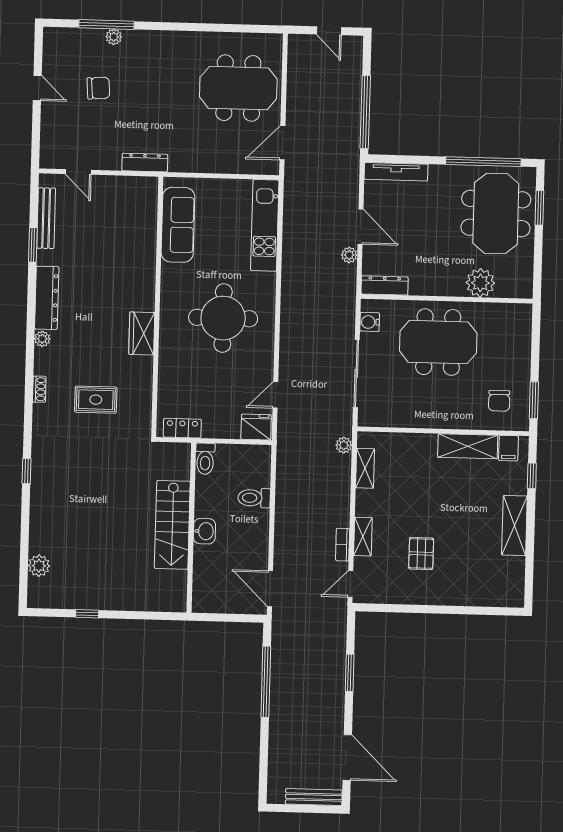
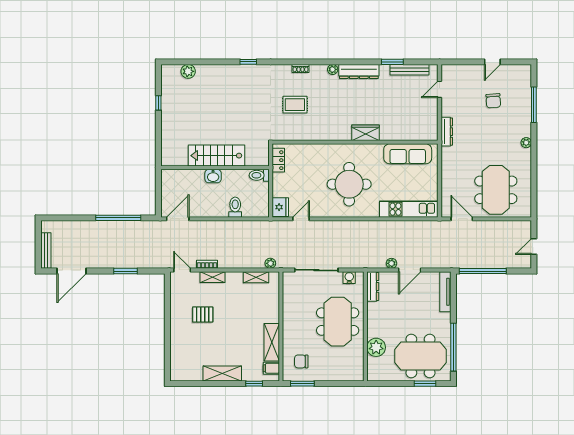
plant: (114, 37) -> (526, 143), moved
wardrobe: (142, 333) -> (366, 133), moved
door: (275, 395) -> (301, 219), hinge flipped
rug: (96, 400) -> (295, 105), turned 90

